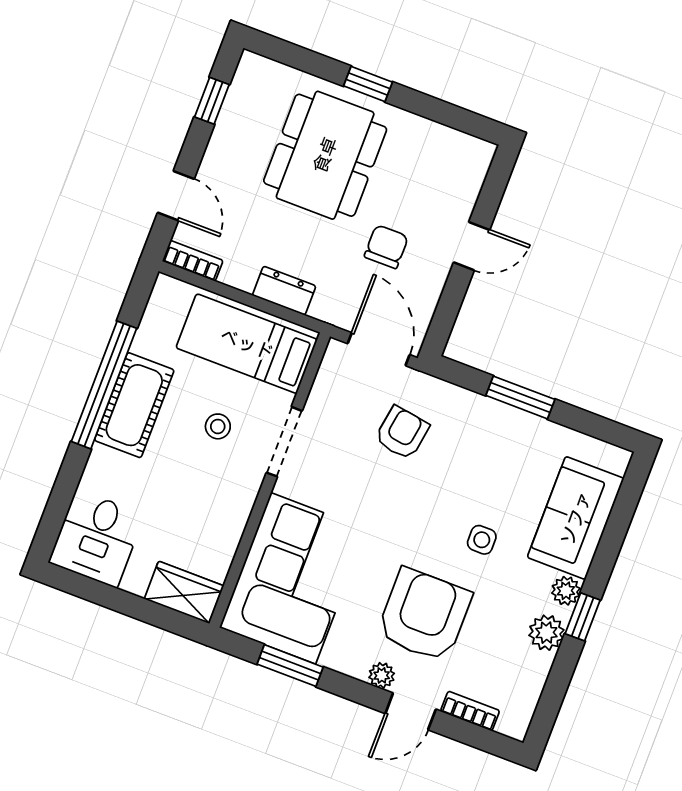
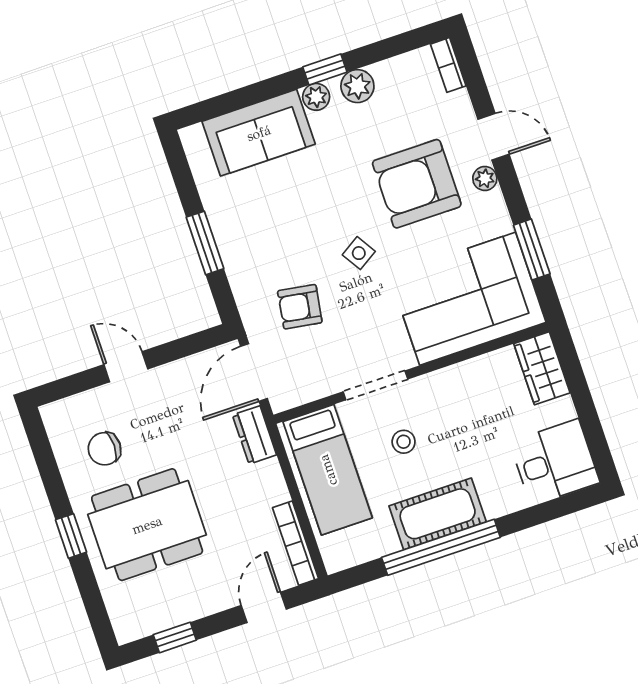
chair: (386, 247) -> (104, 449), moved
bookcase: (193, 261) -> (296, 543), width x1.56
dresser: (284, 291) -> (255, 435), moved
side table: (482, 540) -> (359, 253), moved, turned -32
bookcase: (470, 711) -> (448, 65), moved

